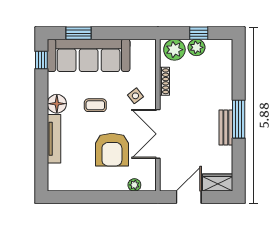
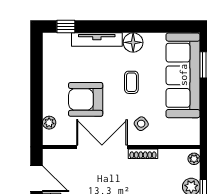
plant: (174, 50) -> (194, 159), width x0.53, depth x0.53
window: (41, 60) -> (66, 27), moved
shoe rack: (165, 81) -> (143, 154), moved

